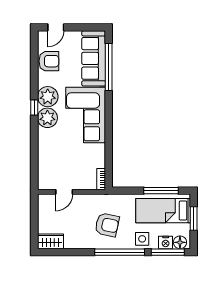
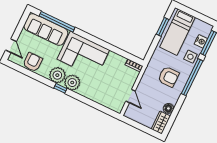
window: (161, 191) -> (163, 27), width x0.69
window: (194, 218) -> (193, 13), removed
armchair: (107, 225) -> (168, 77), turned 78
floor lamp: (180, 242) -> (168, 108), moved

